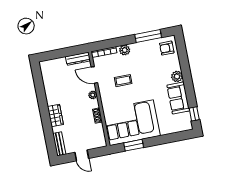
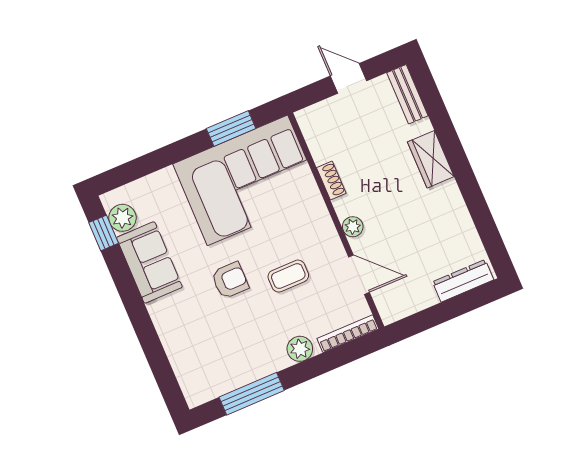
armchair: (167, 48) -> (230, 280), moved
dresser: (78, 59) -> (463, 281), moved
plant: (177, 76) -> (122, 218), moved

